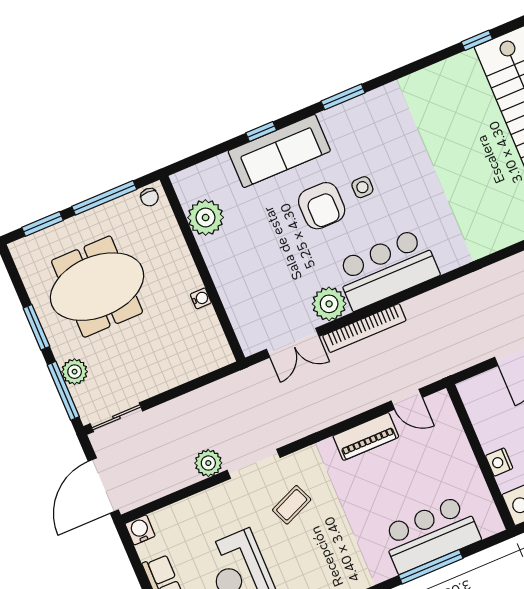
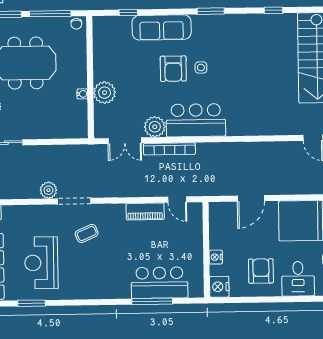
window: (477, 40) -> (273, 10), moved
window: (261, 132) -> (128, 12), moved
plant: (206, 217) -> (105, 93), moved

